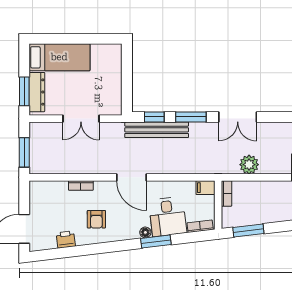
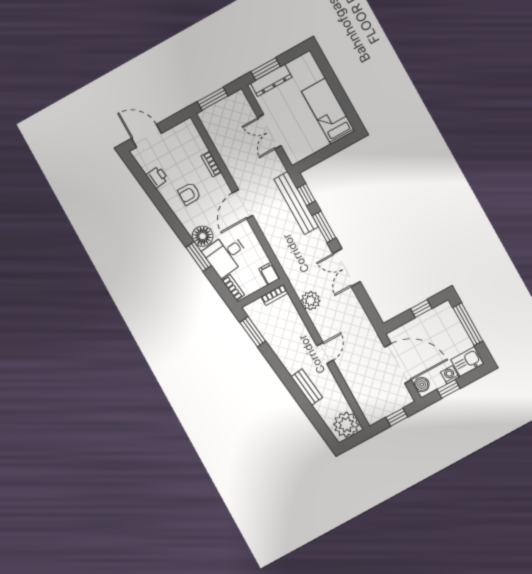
bed: (59, 57) -> (328, 111), moved, turned 180
floor lamp: (145, 232) -> (203, 236), width x1.89, depth x1.89

